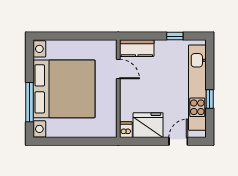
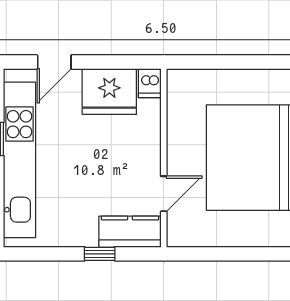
window: (175, 36) -> (100, 254), moved
door: (118, 69) -> (164, 194), swing flipped

